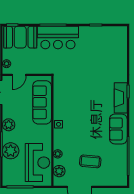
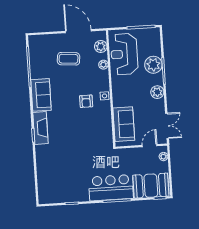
sofa: (42, 102) -> (124, 124), width x0.73
armchair: (76, 120) -> (86, 101), added

